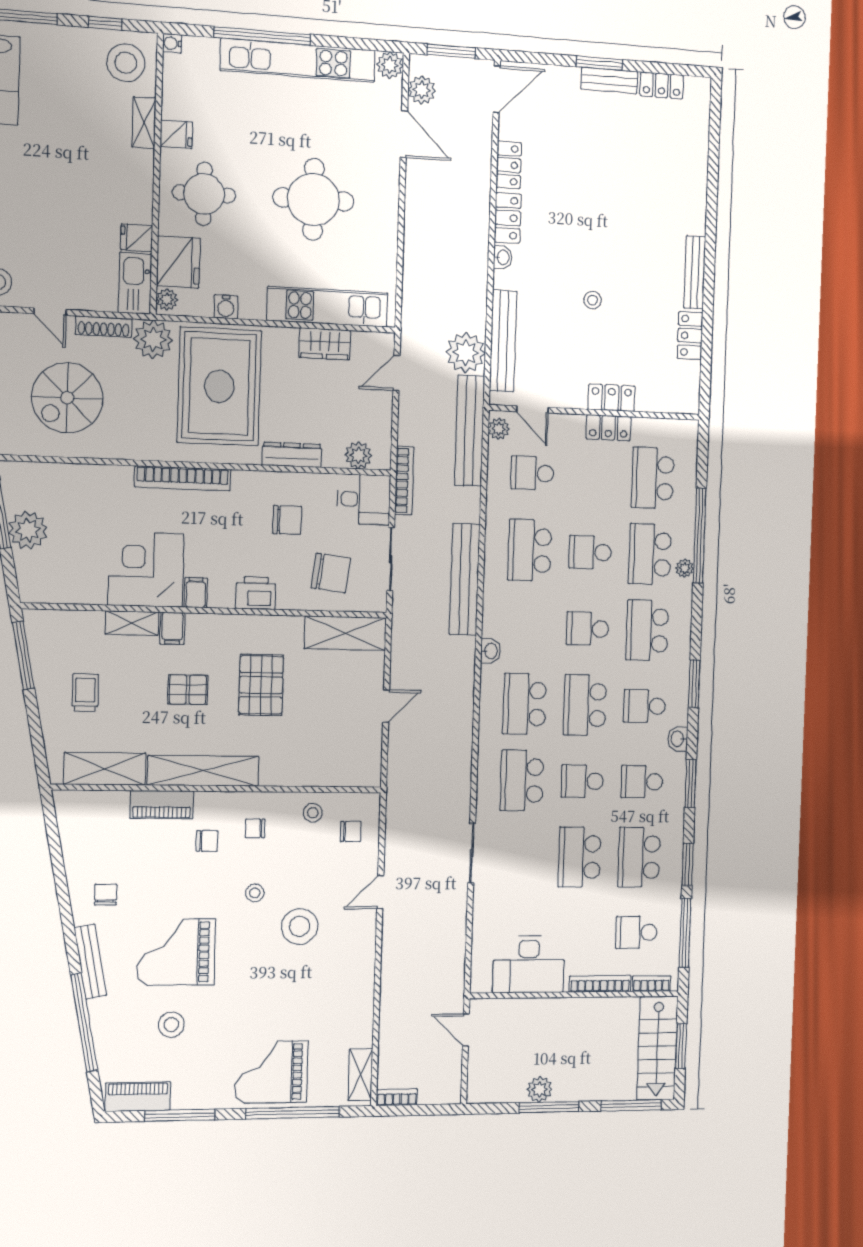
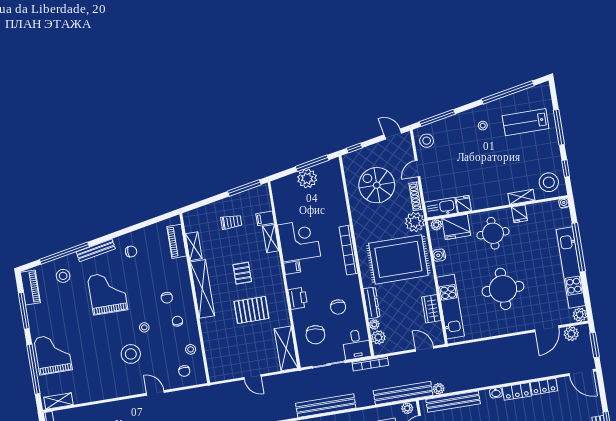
plant: (466, 353) -> (439, 389), width x0.53, depth x0.53
plant: (333, 458) -> (374, 324), added
filing cabinet: (172, 628) -> (265, 218), moved
shelving: (105, 769) -> (194, 246), width x0.67, depth x0.75
piano: (162, 805) -> (177, 241), moved
stool: (171, 1025) -> (63, 276), moved

